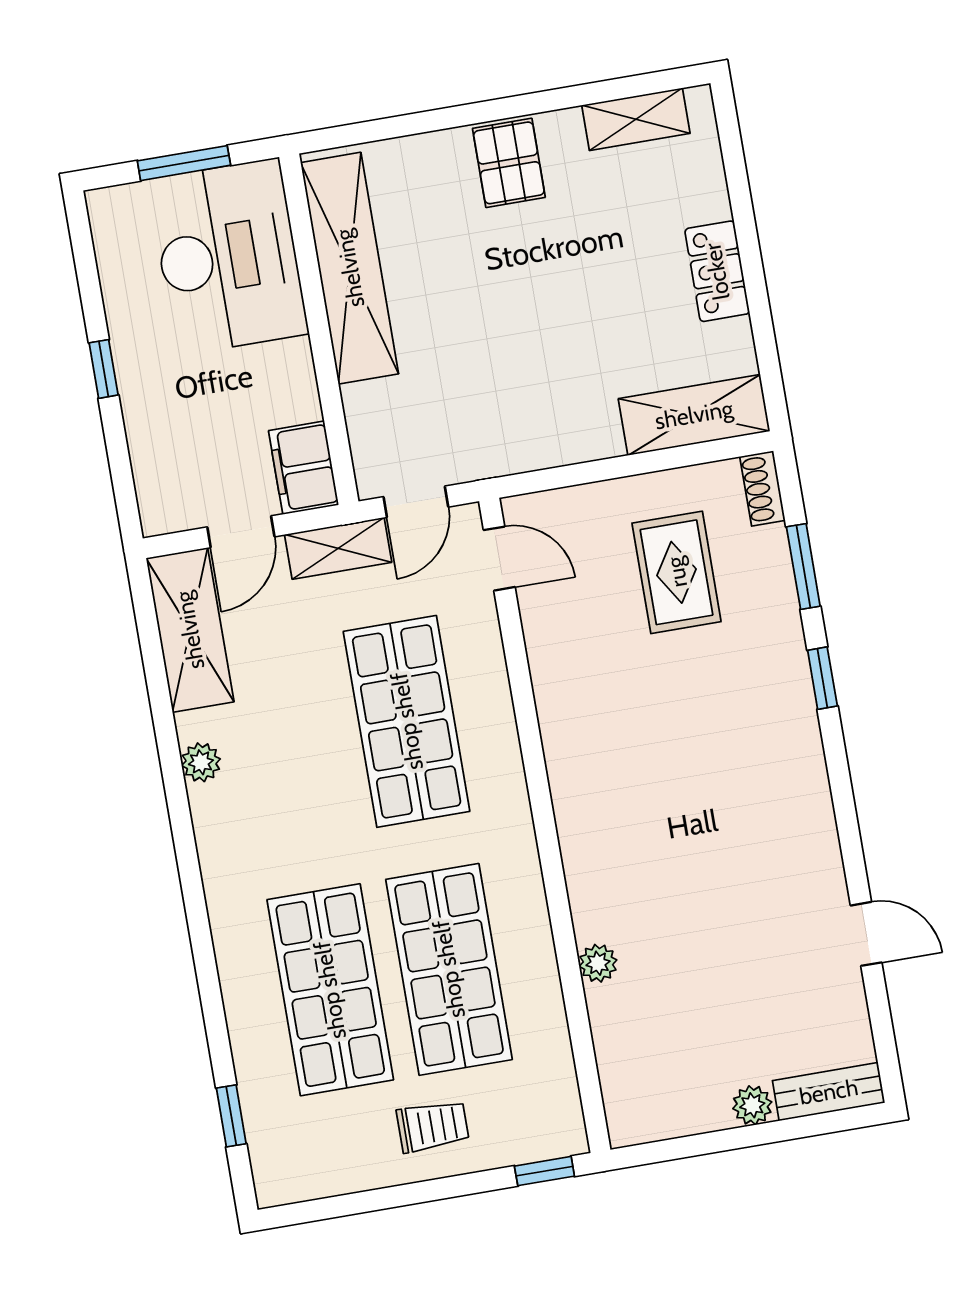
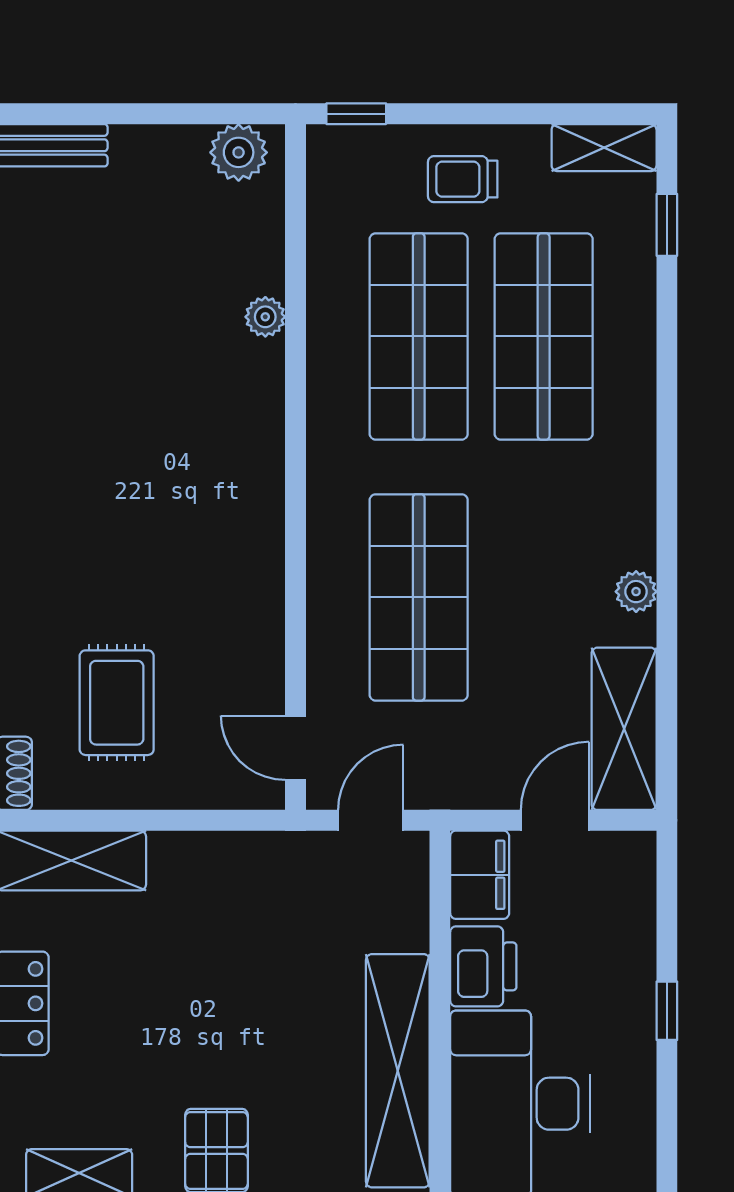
printer: (285, 381) -> (483, 966), added
shelving: (338, 548) -> (604, 148), moved
plant: (752, 1105) -> (239, 152), moved, width x1.38, depth x1.38

